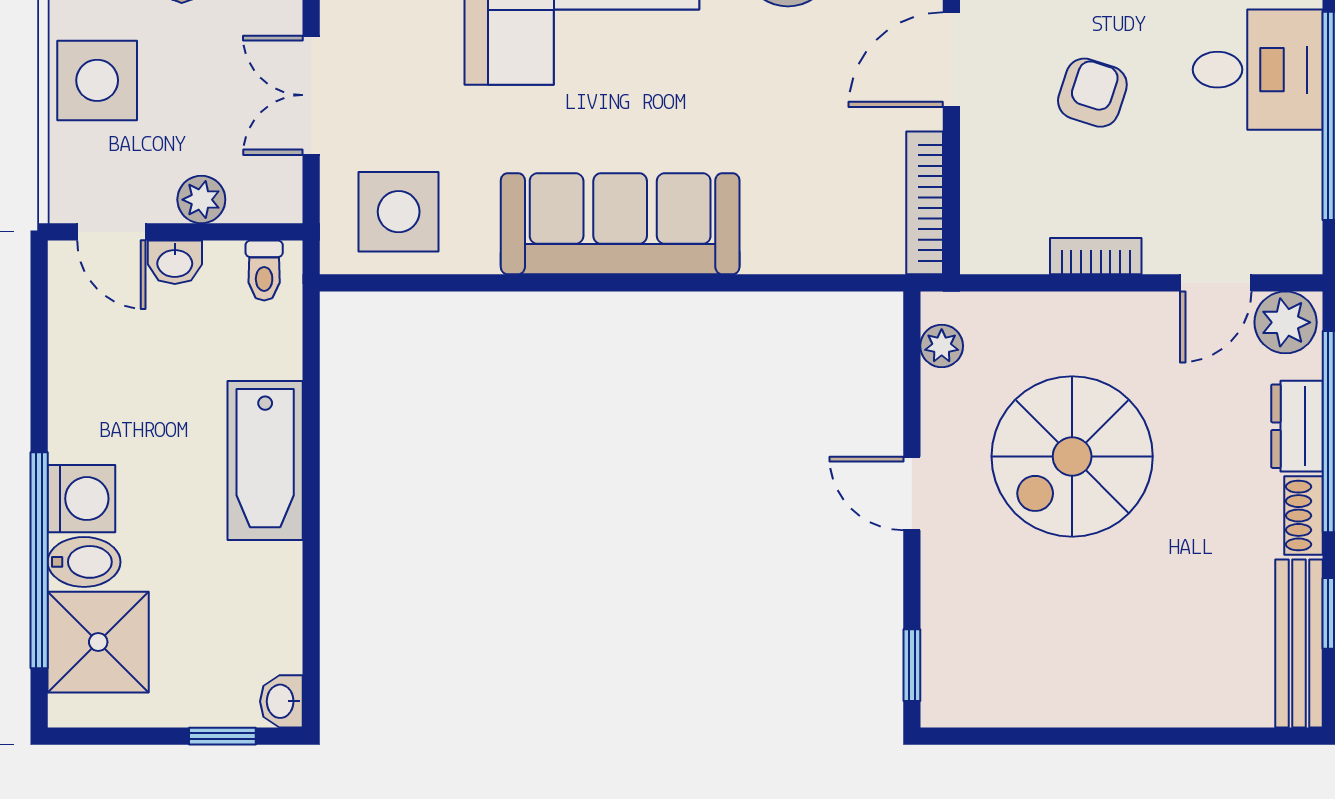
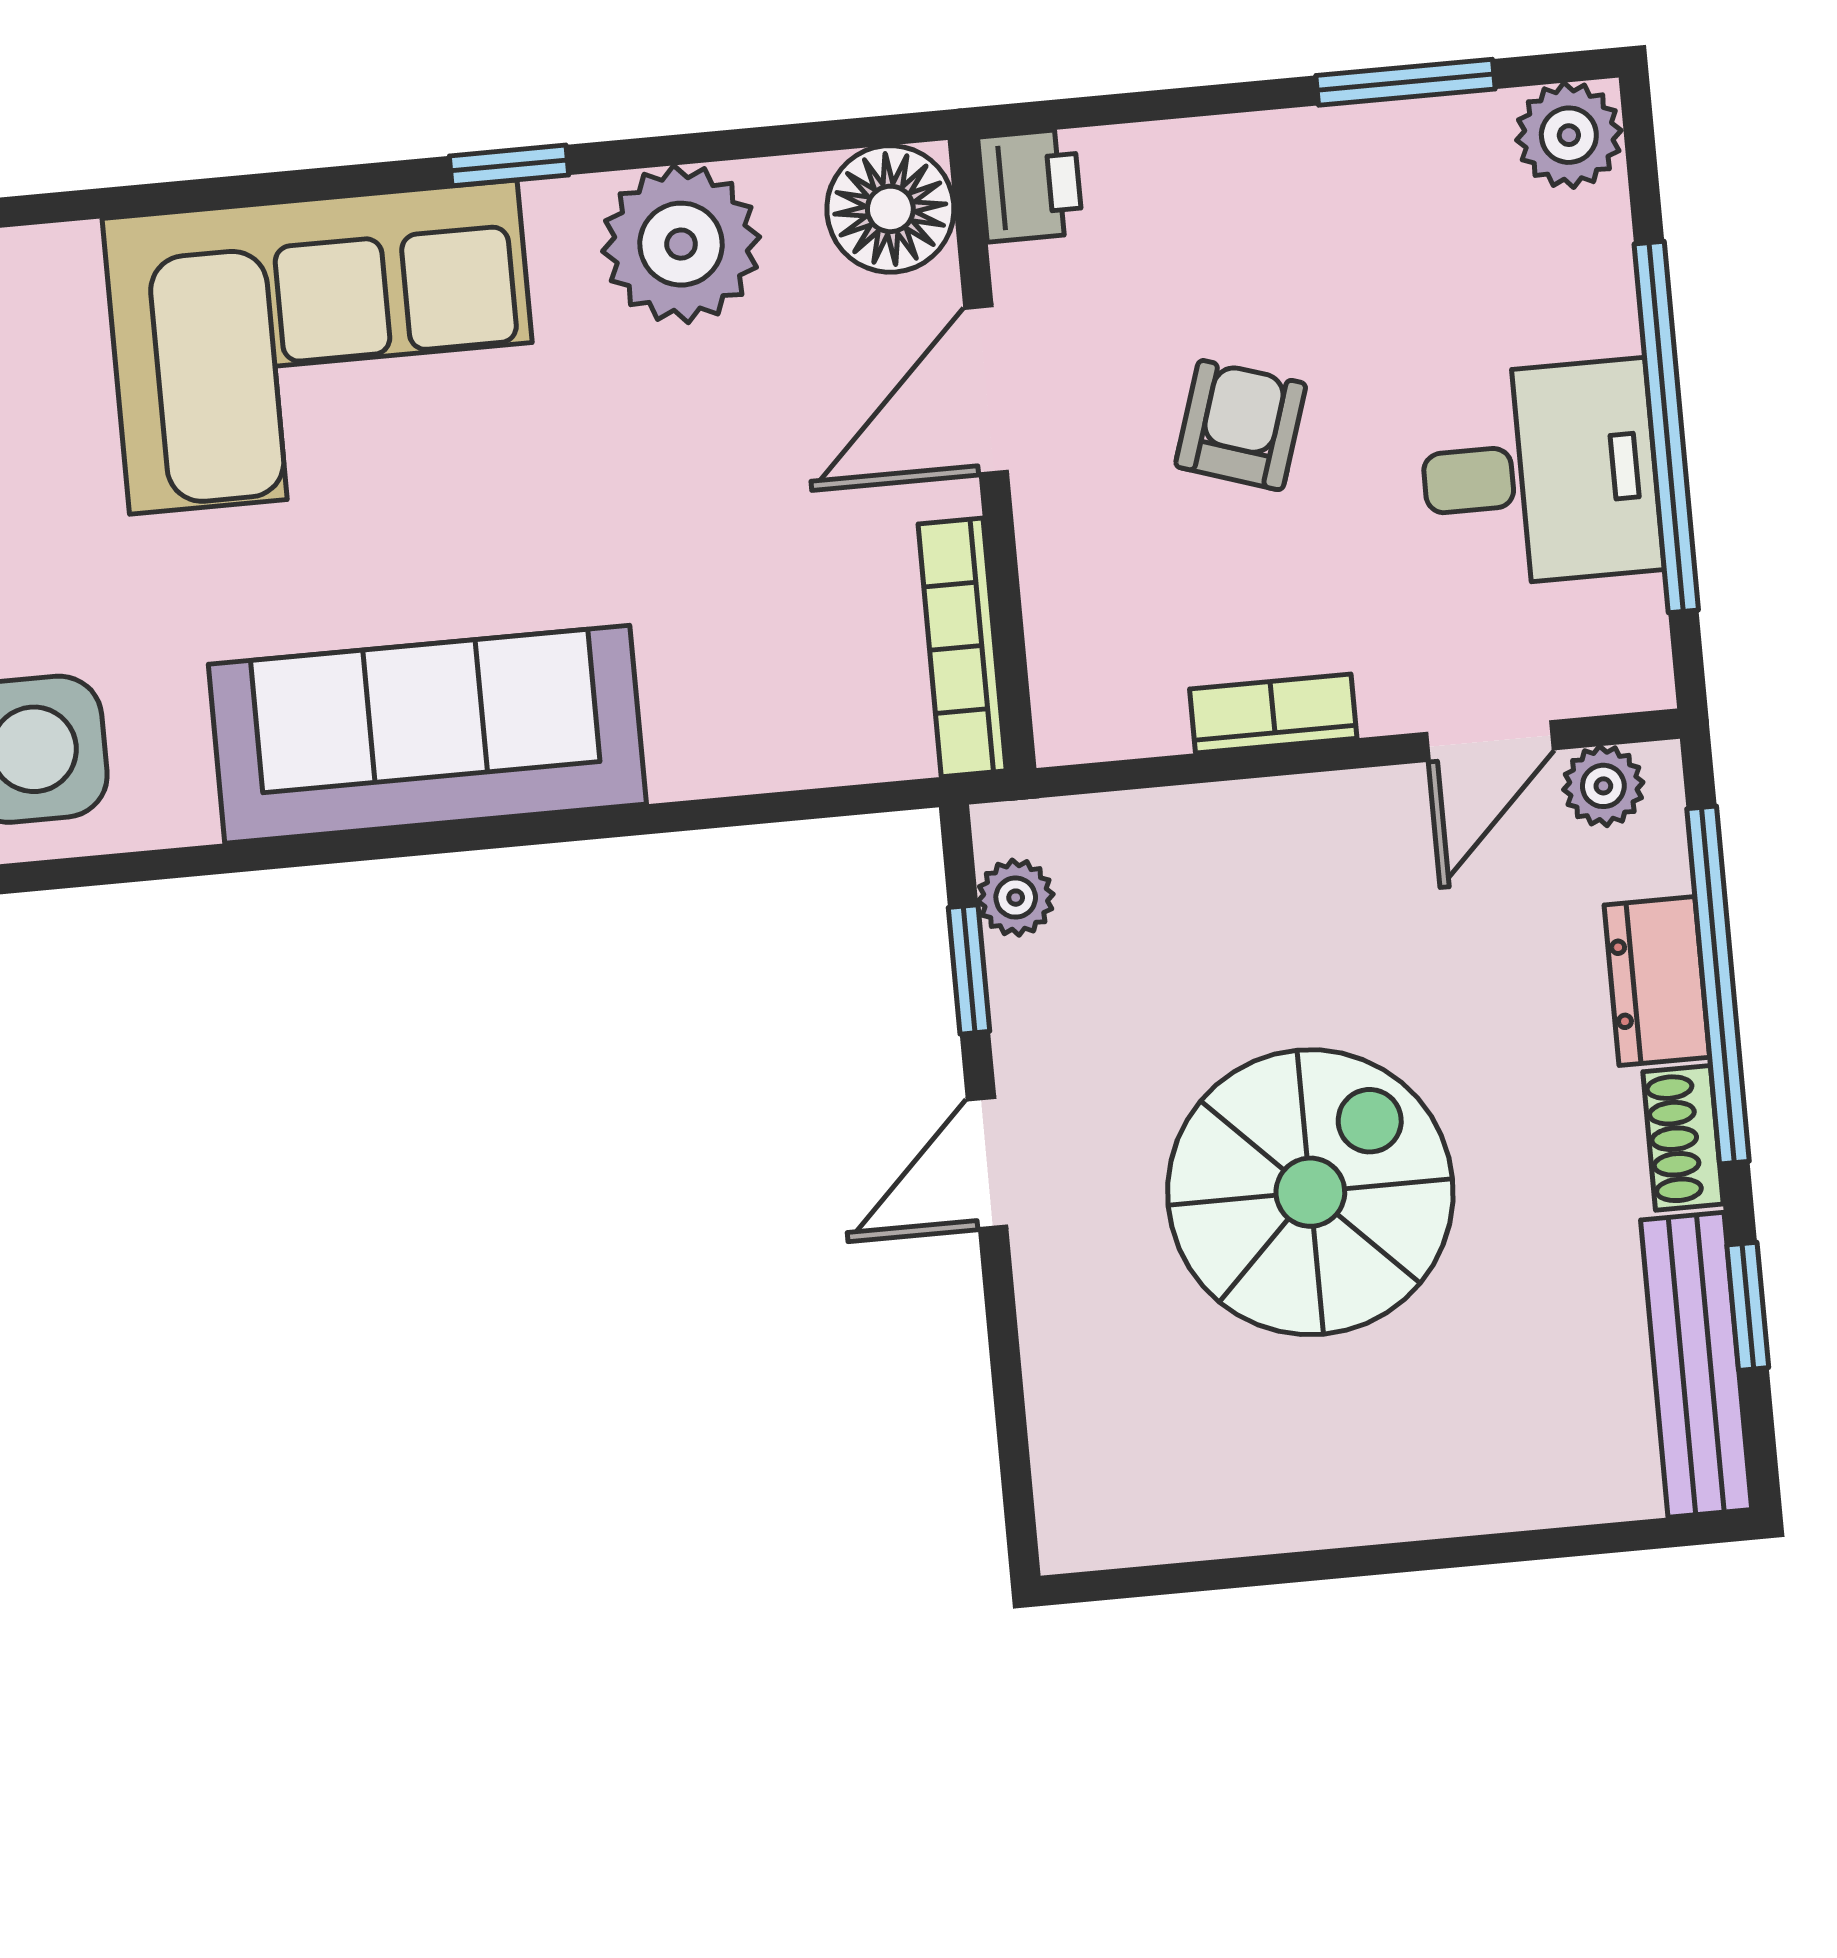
desk: (1258, 70) -> (1540, 474), moved
plant: (1286, 322) -> (1603, 786), width x0.73, depth x0.73
spiral stairs: (1072, 456) -> (1310, 1192), moved, turned 180
door: (912, 493) -> (987, 1163), hinge flipped
window: (912, 665) -> (969, 969), moved

